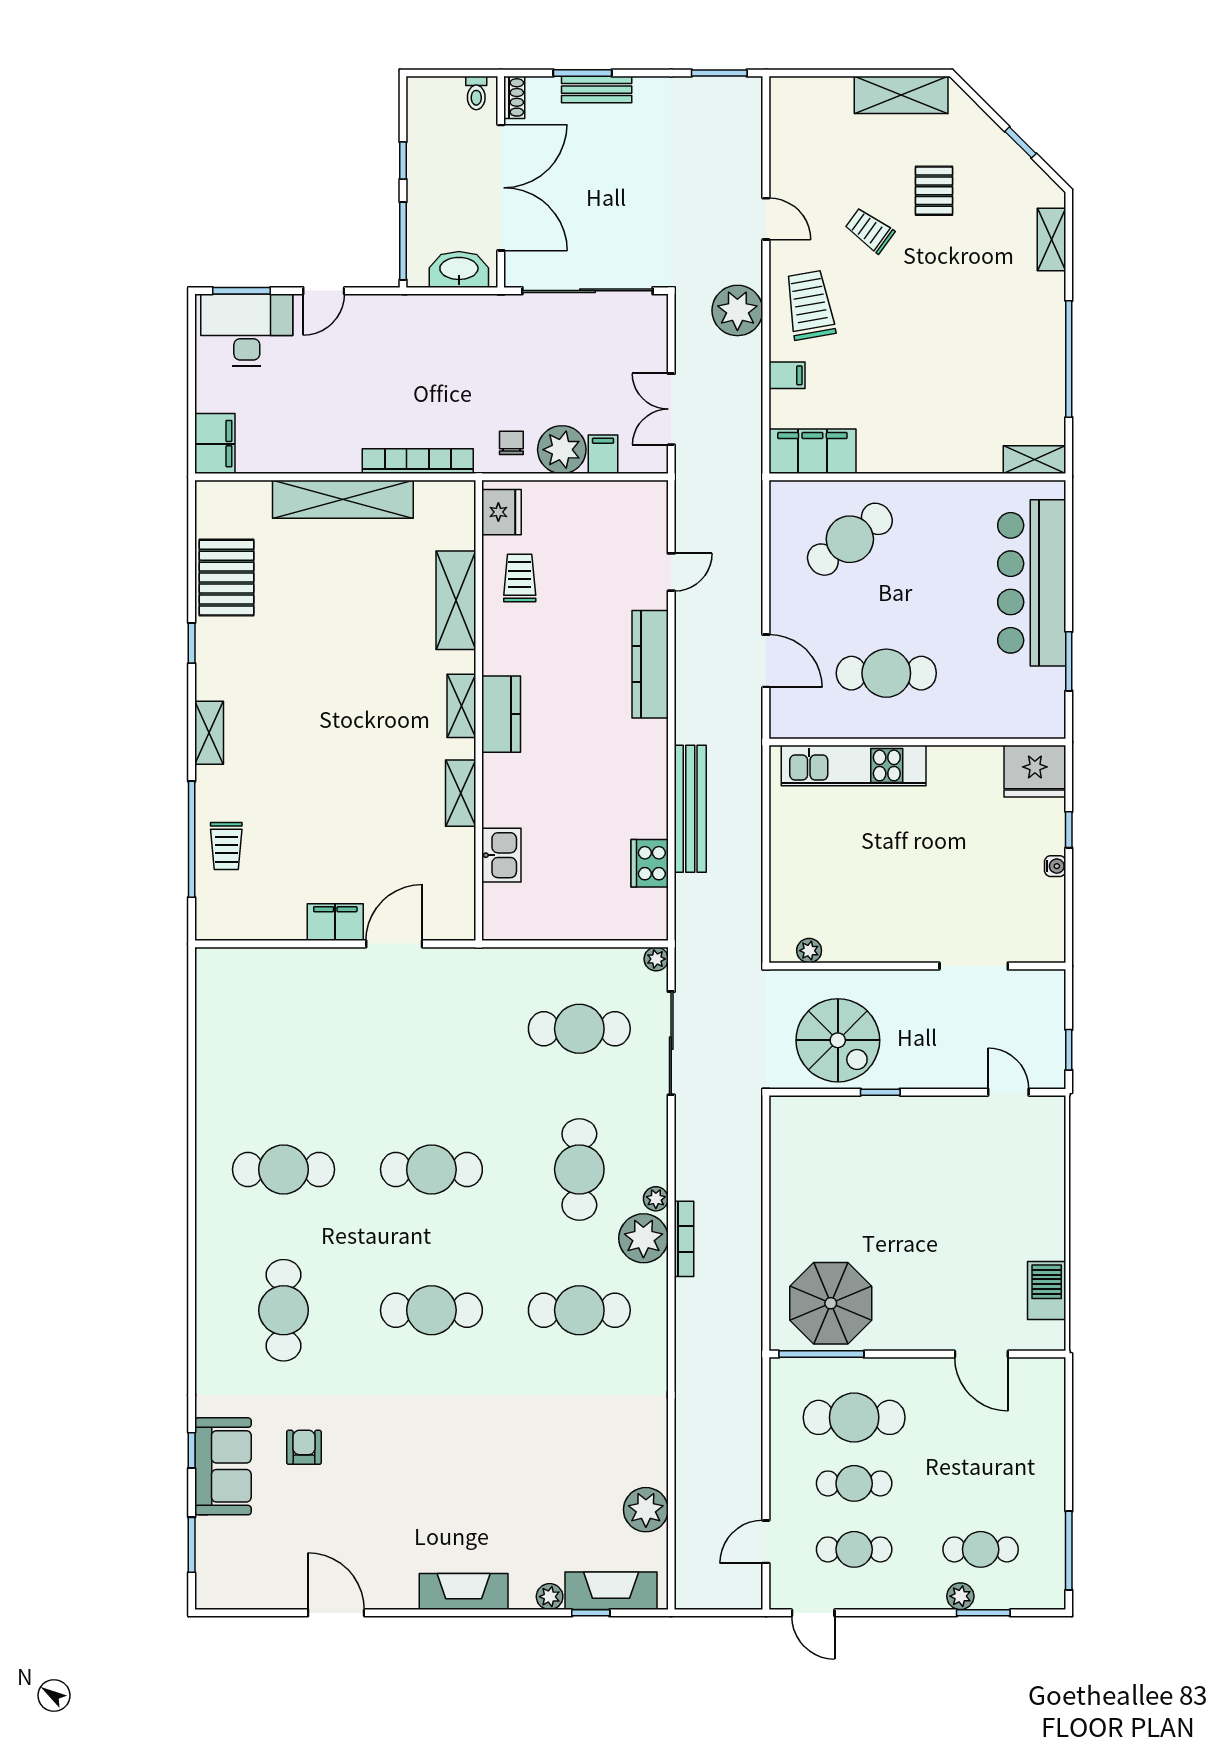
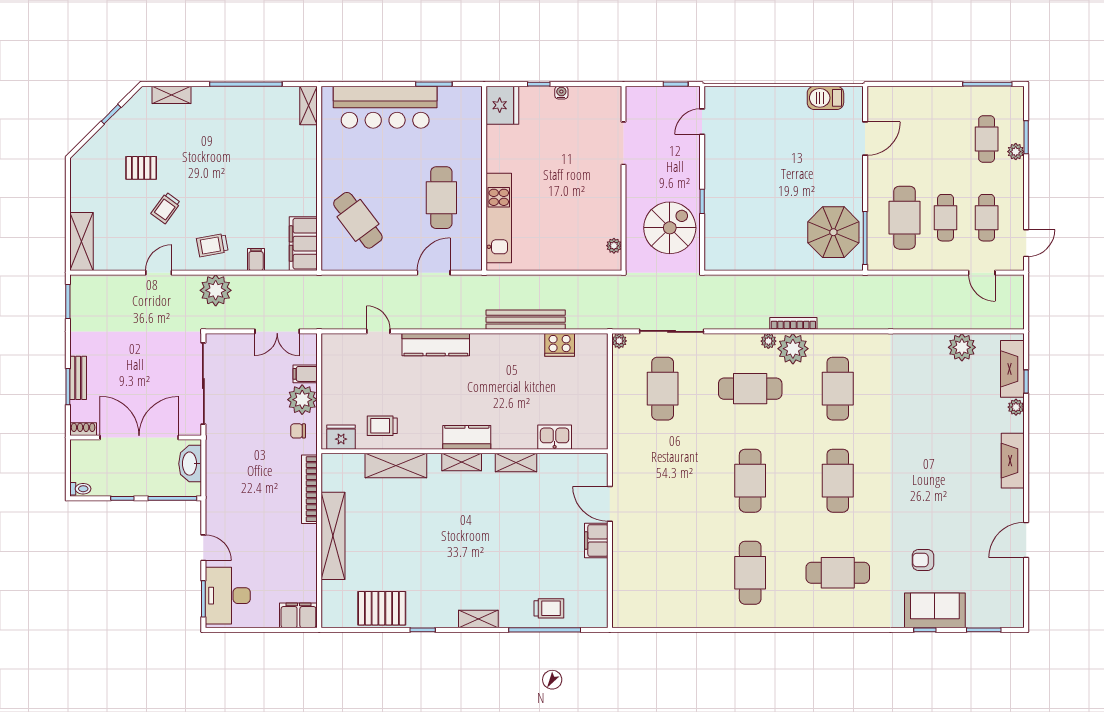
toilet: (476, 93) -> (80, 489), moved
shelving: (901, 95) -> (81, 242), moved
trolley: (810, 305) -> (212, 245), width x0.73, depth x0.72

